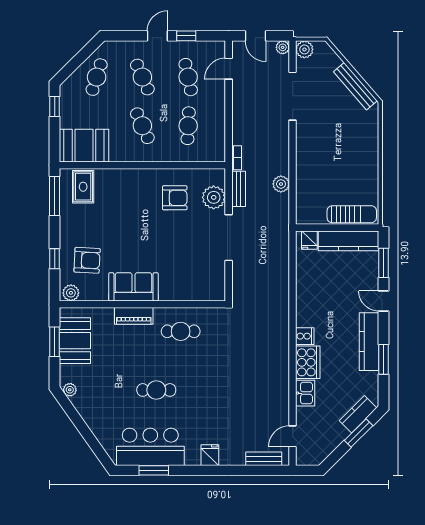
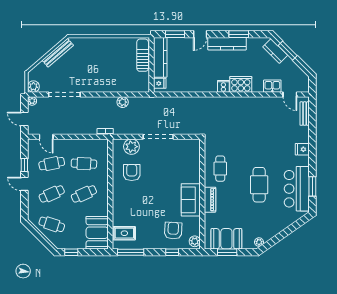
door: (255, 36) -> (24, 119), swing flipped
bench: (239, 189) -> (126, 130), removed
cafe table: (156, 390) -> (259, 185), width x1.37, depth x1.35
kitchen sink: (305, 393) -> (272, 86), moved

